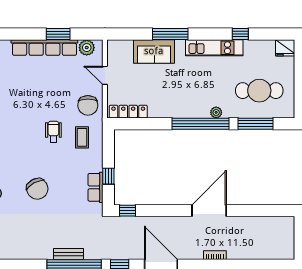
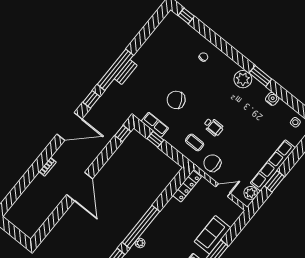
chair: (37, 189) -> (176, 100), moved

